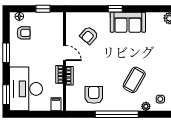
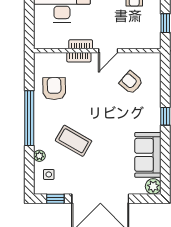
sofa: (128, 22) -> (148, 155), moved
armchair: (94, 95) -> (54, 89), turned -91
filing cabinet: (56, 104) -> (42, 40), removed

